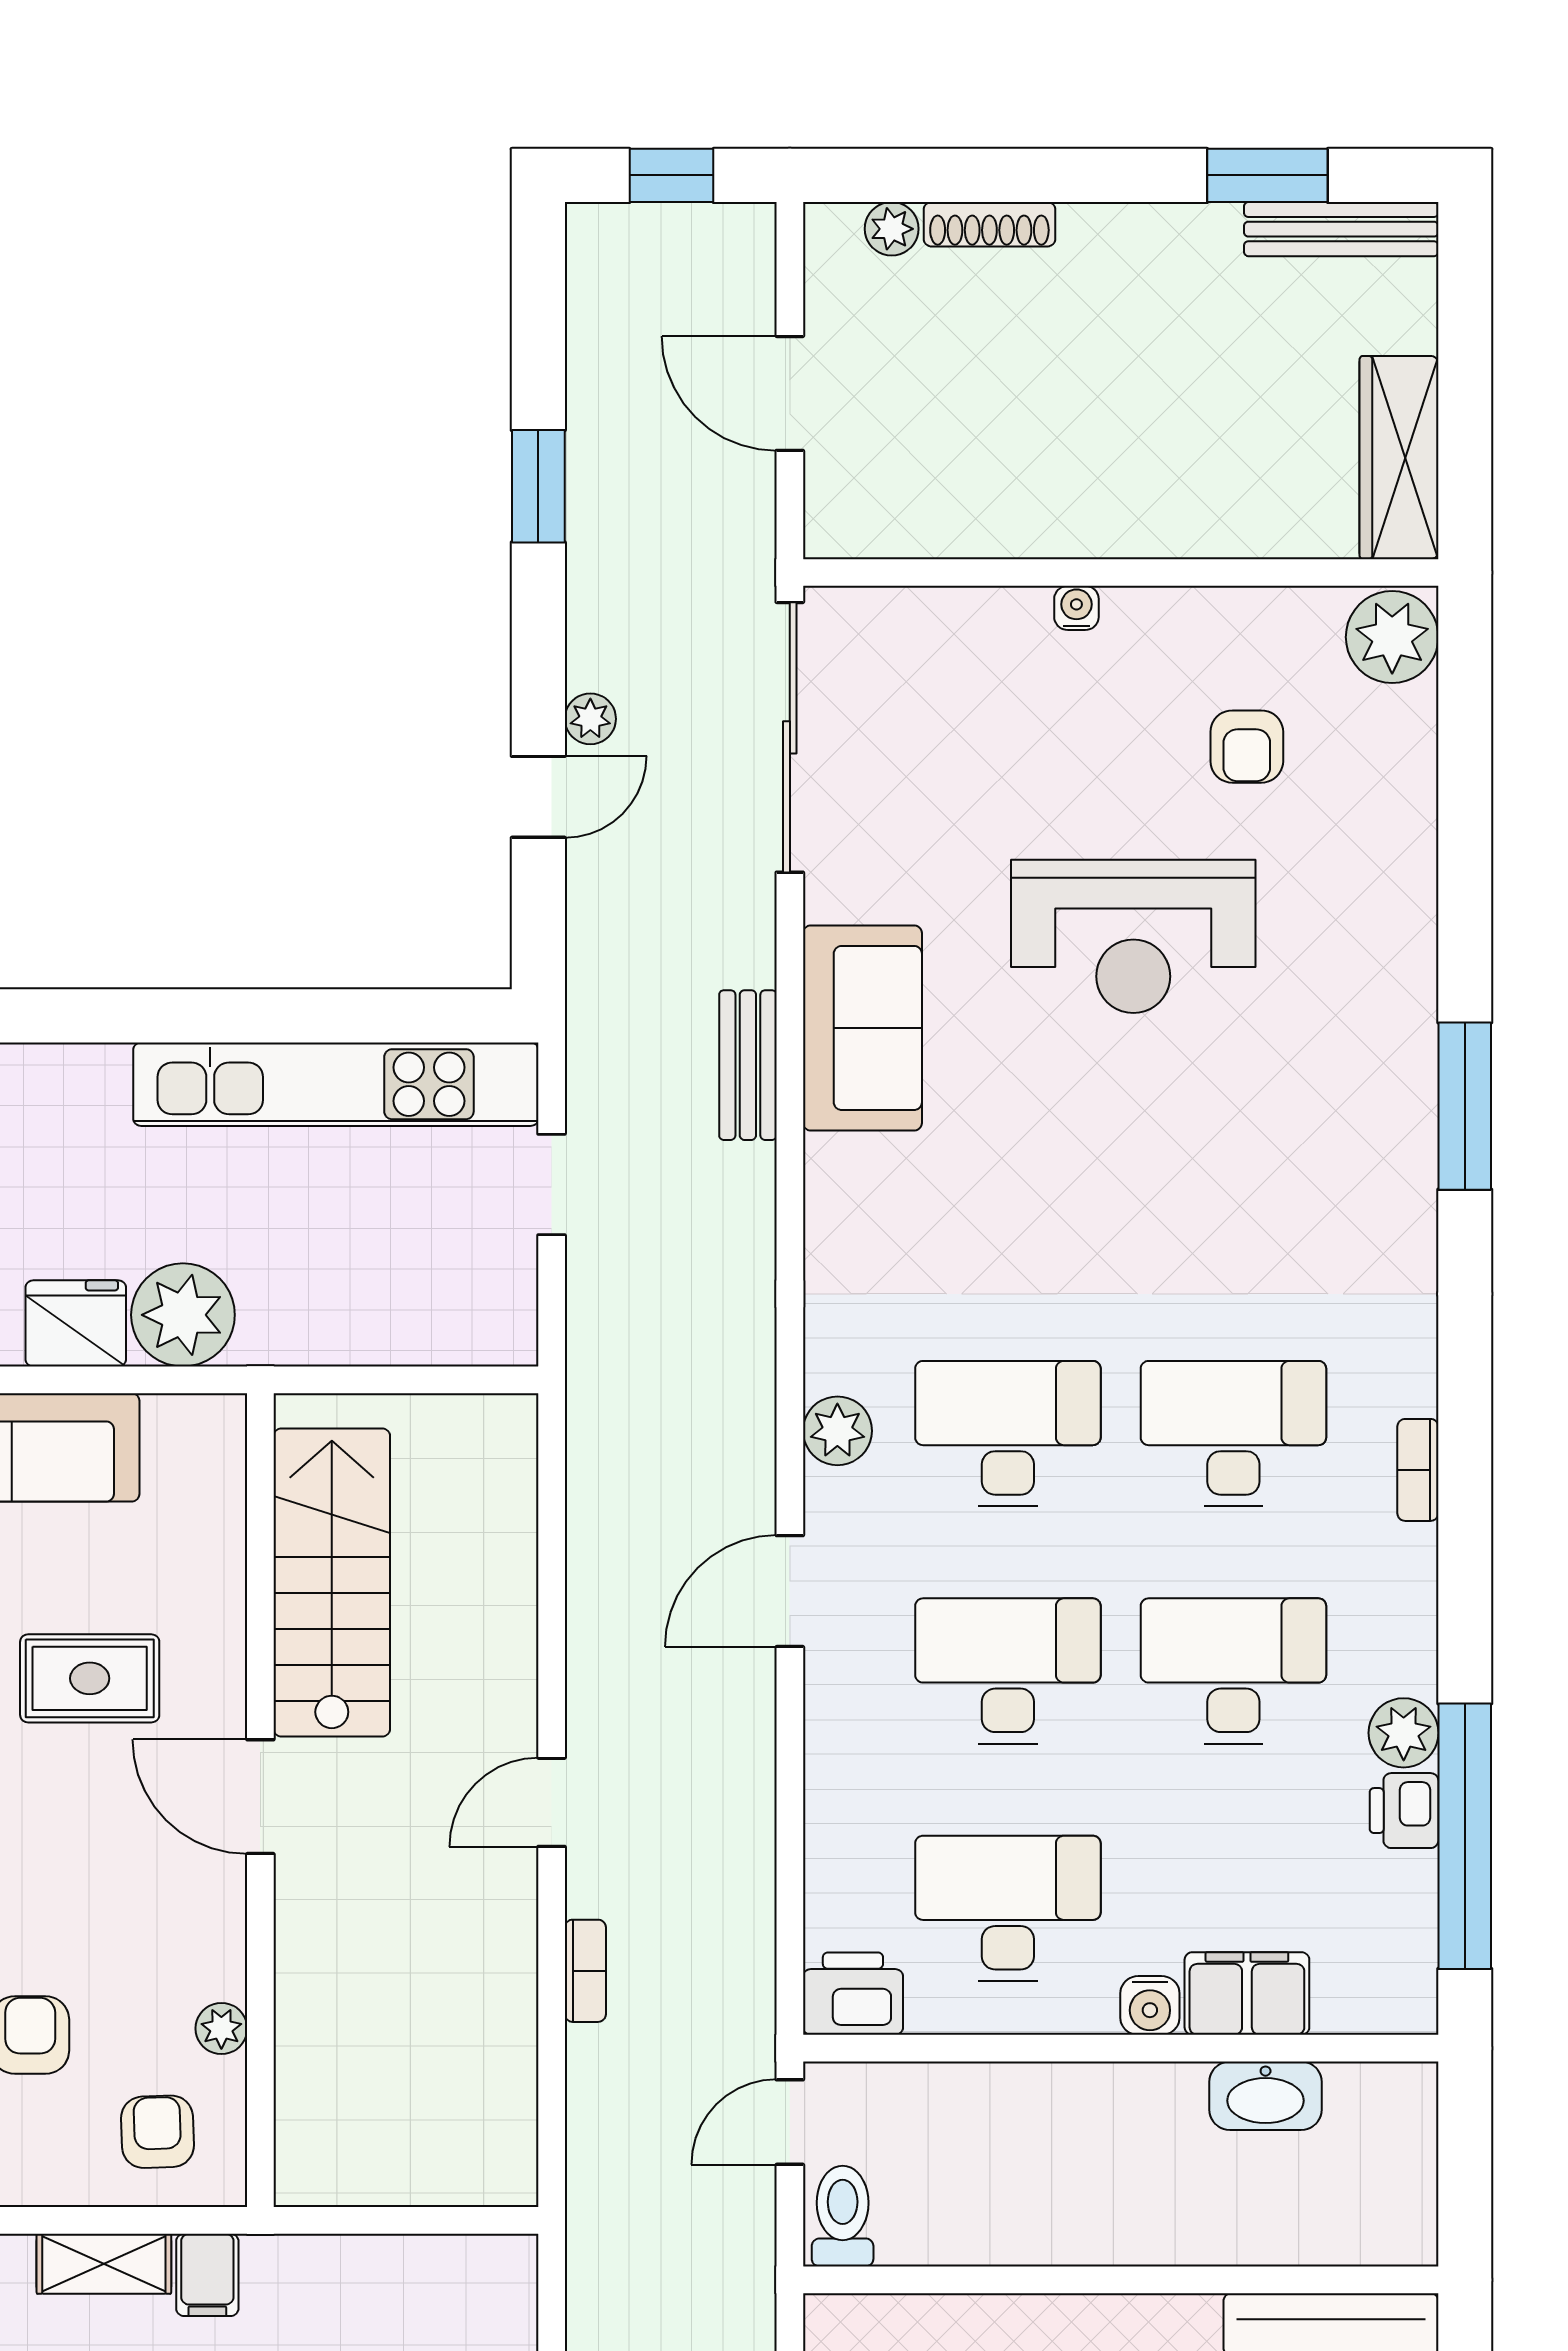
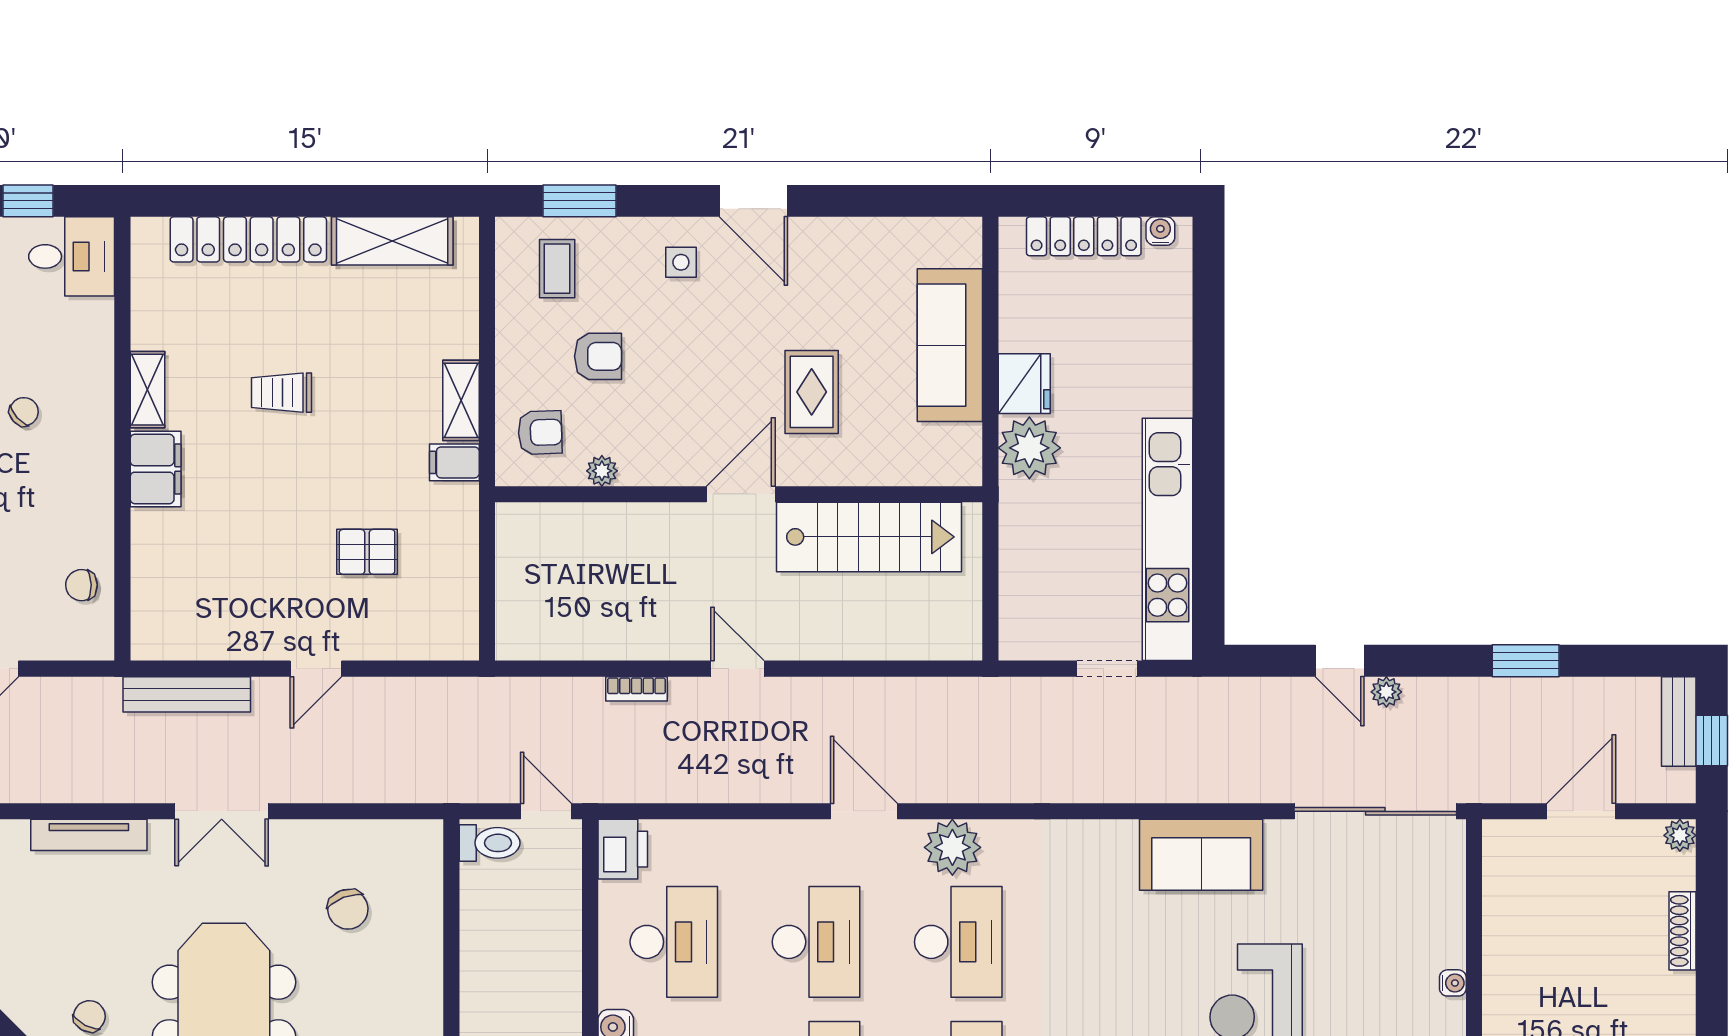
plant: (892, 229) -> (1680, 835), moved
bench: (748, 1065) -> (1679, 721), moved, turned 90
plant: (837, 1431) -> (952, 847), width x1.36, depth x1.36

